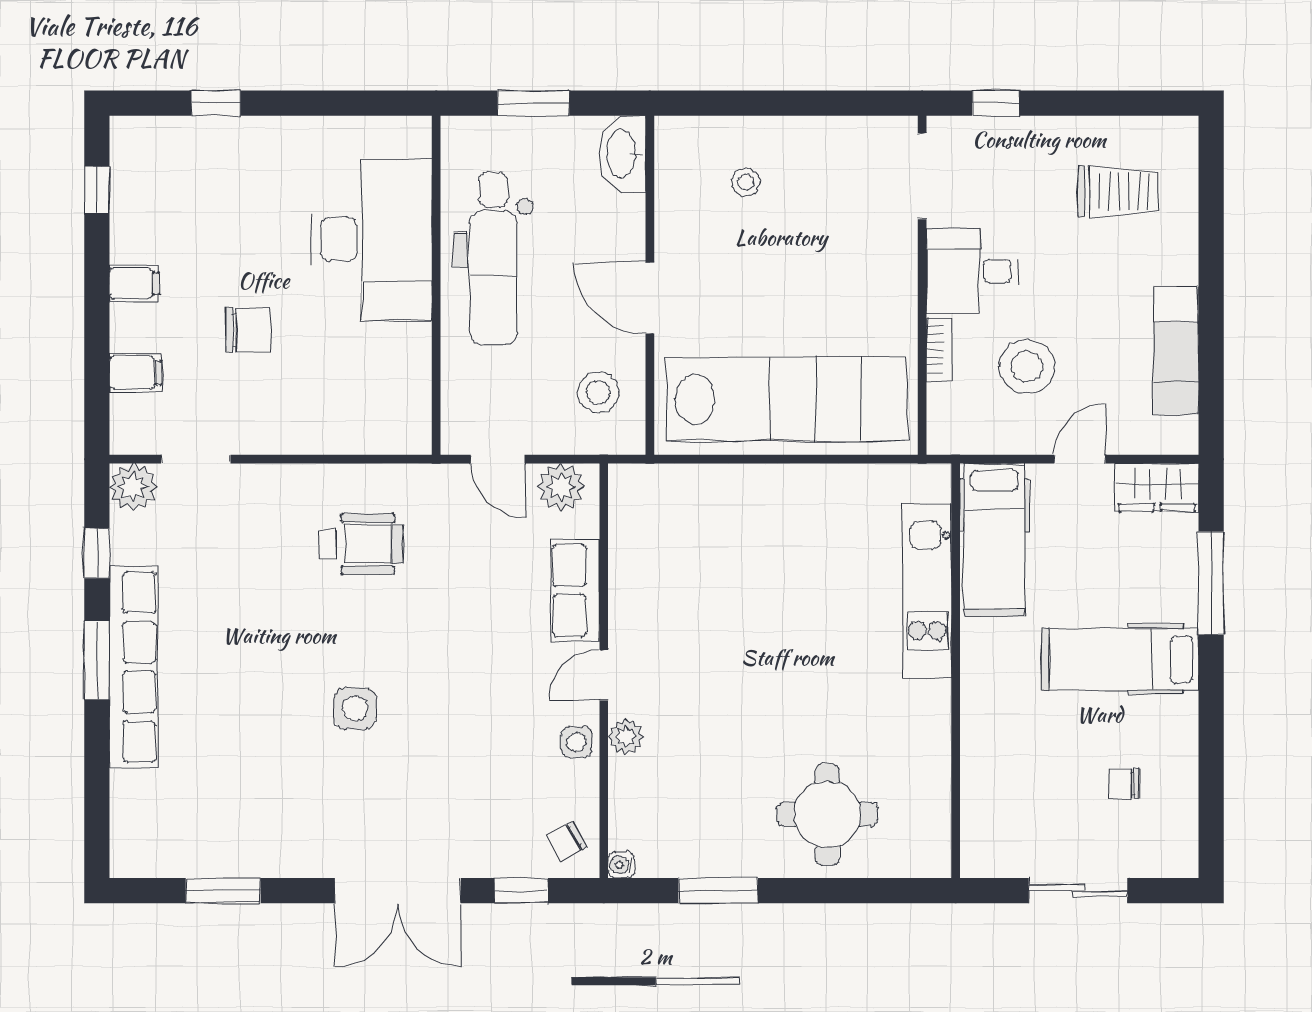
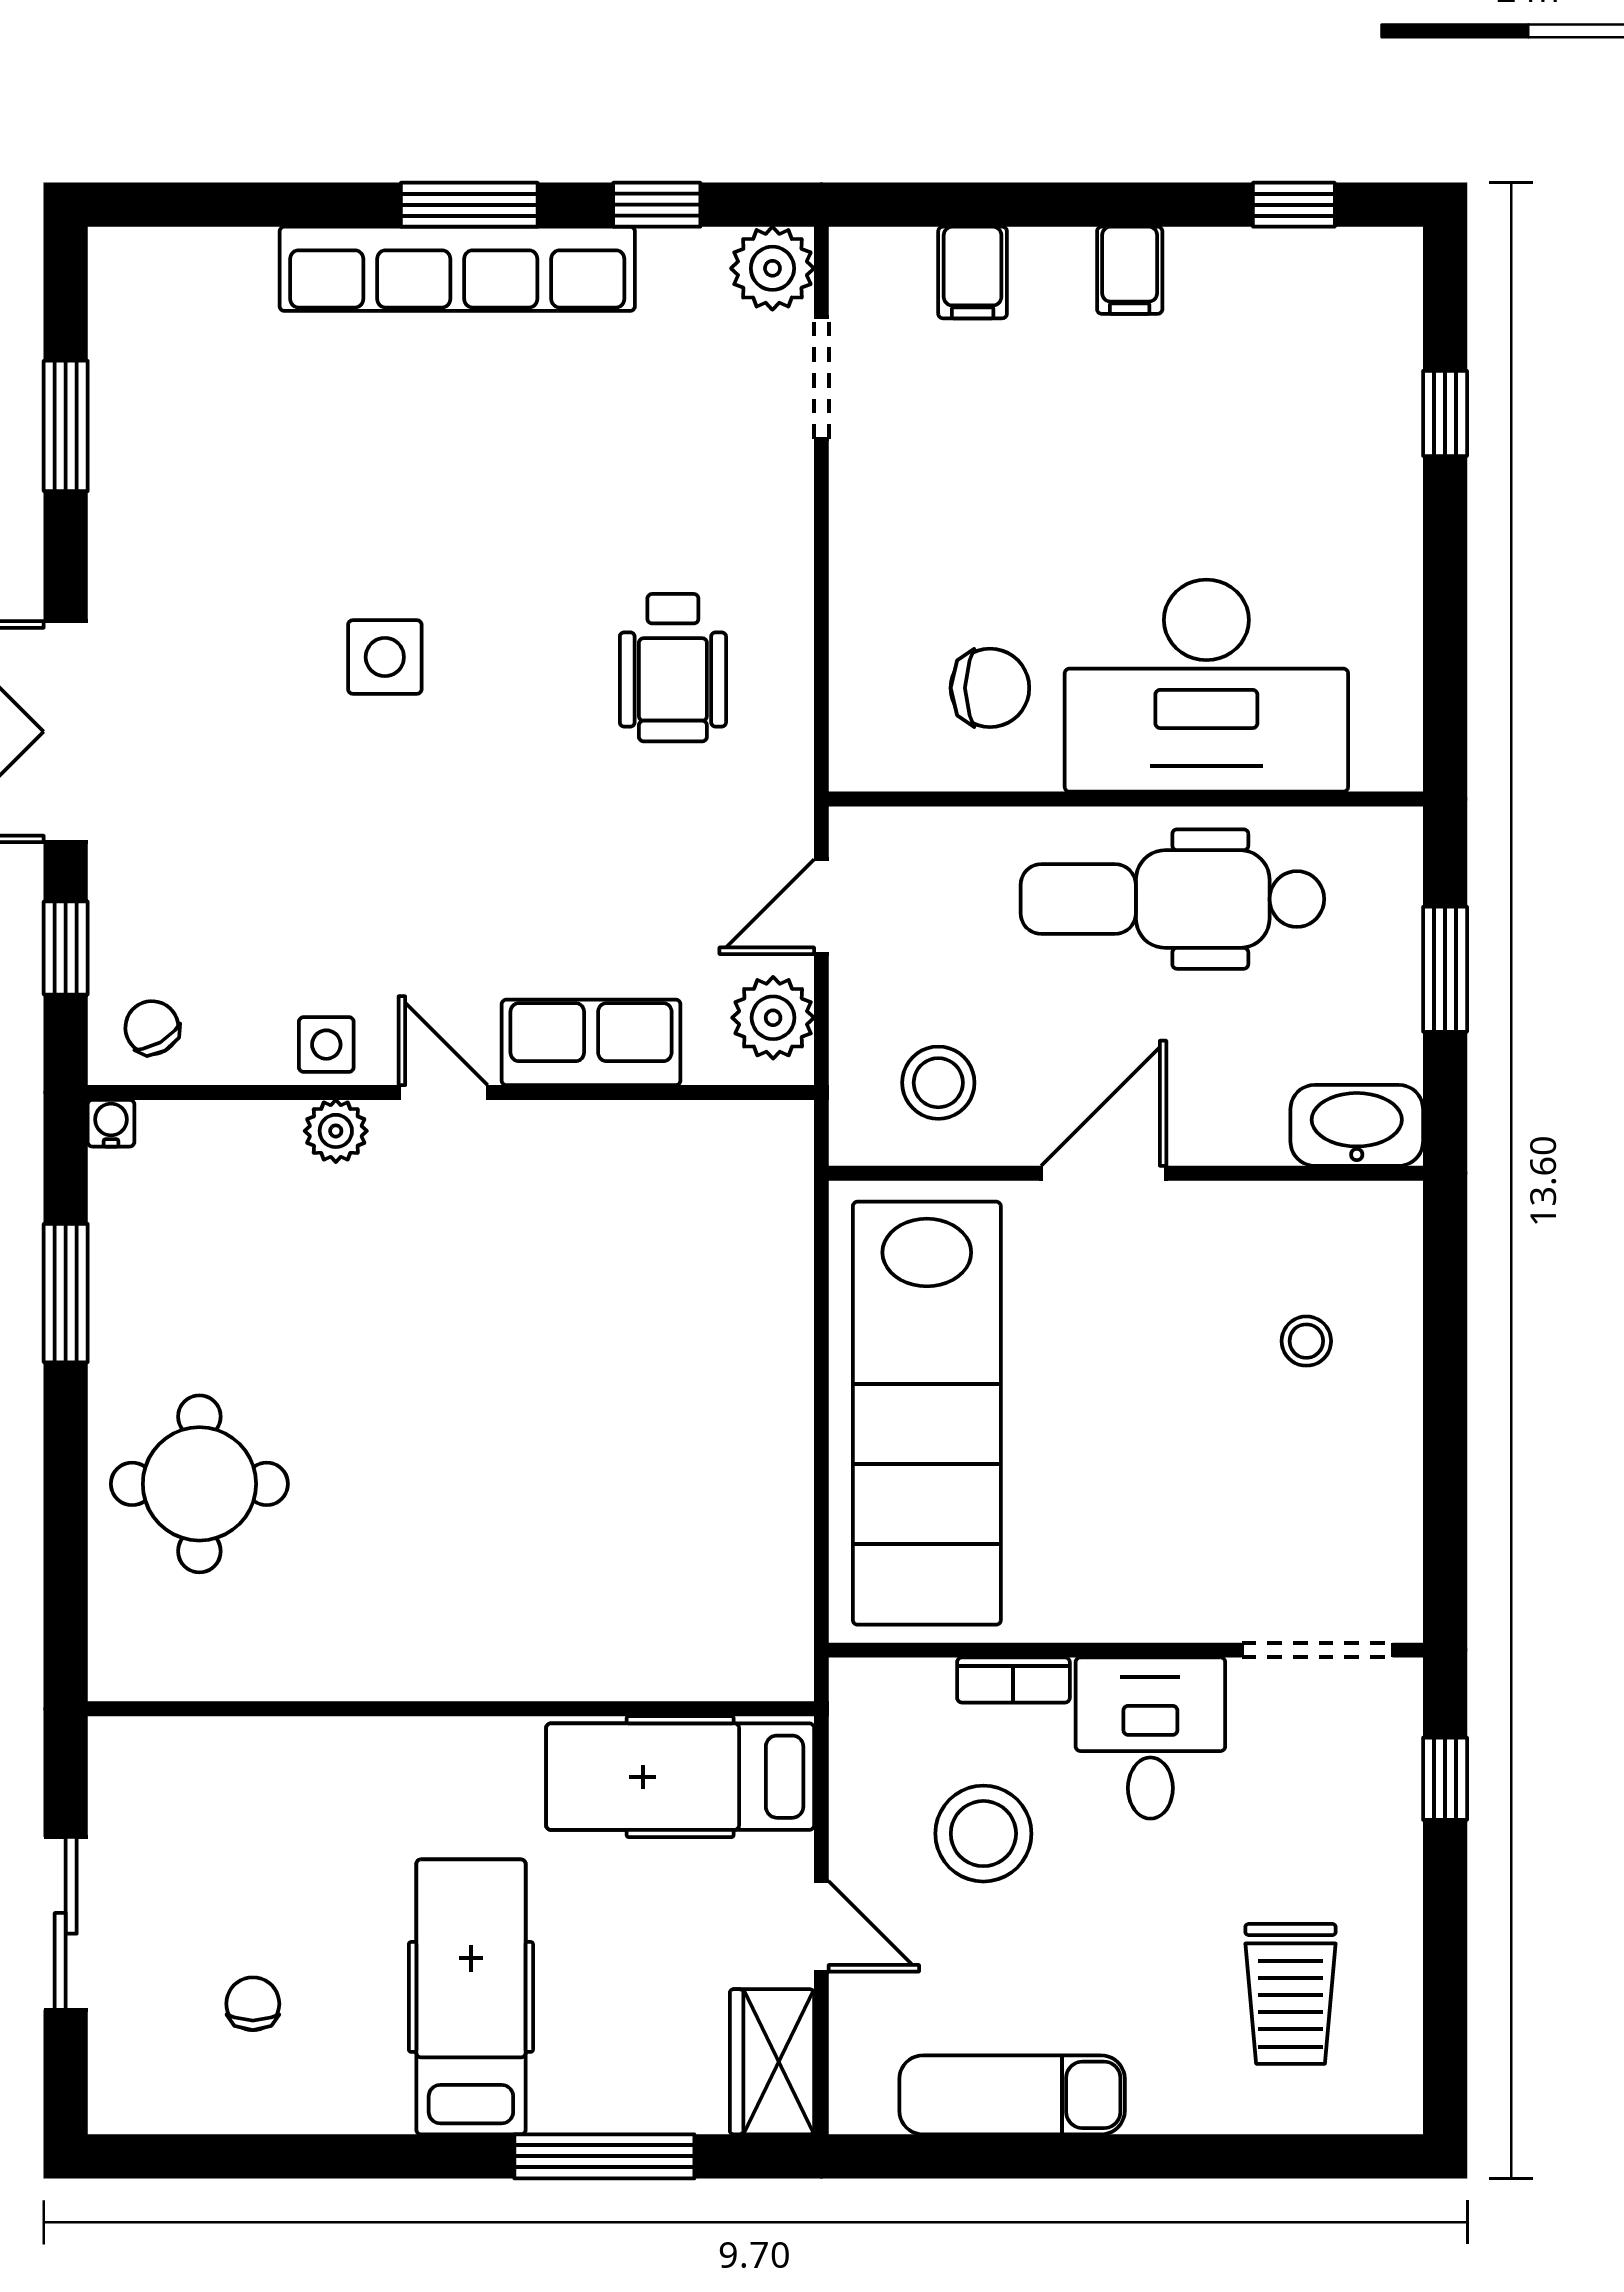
chair: (248, 330) -> (990, 688), moved, turned -90
kitchen unit: (927, 591) -> (591, 1659), removed

